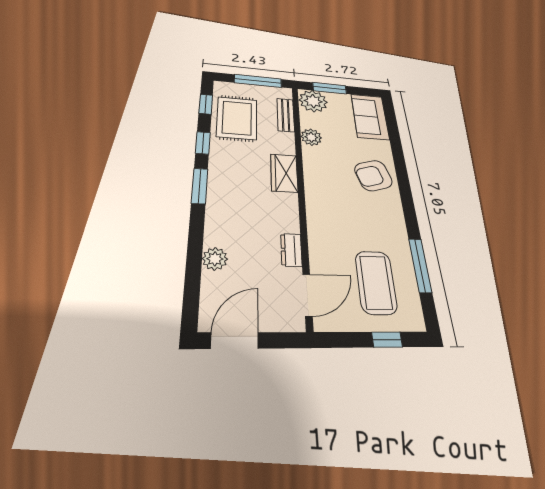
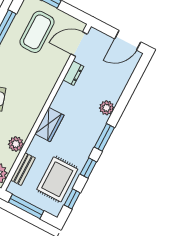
plant: (215, 259) -> (107, 108), moved

